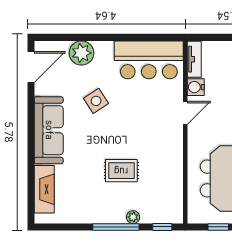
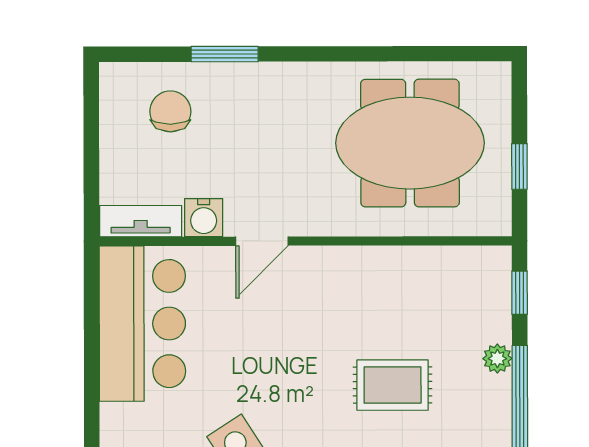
door: (185, 113) -> (262, 241), swing flipped
rug: (121, 171) -> (393, 385), turned 90

